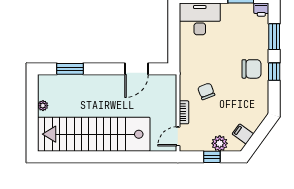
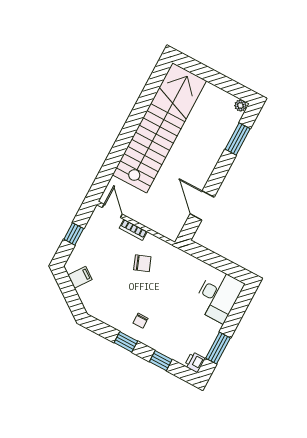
window: (274, 37) -> (161, 361), width x0.67
chair: (252, 69) -> (141, 321), width x0.54, depth x0.54
plant: (43, 106) -> (240, 106), moved
plant: (220, 143) -> (83, 249), removed

